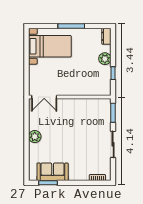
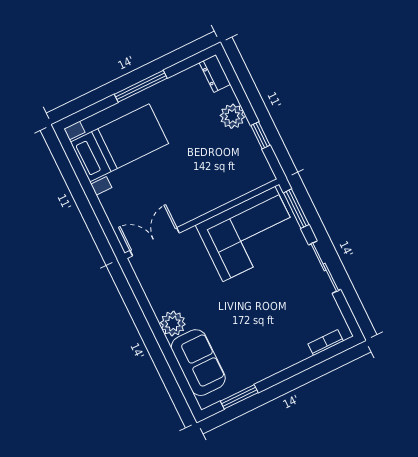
double door: (44, 97) -> (155, 242), swing flipped
corner sofa: (87, 114) -> (249, 234), added
sofa: (53, 172) -> (198, 363), moved, turned 90

